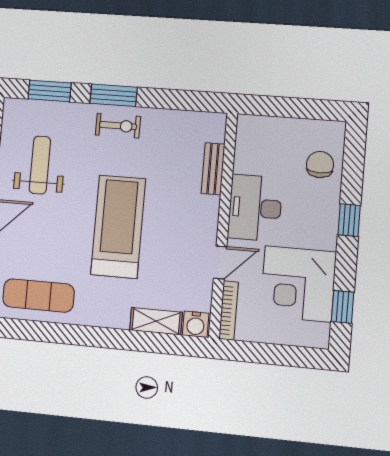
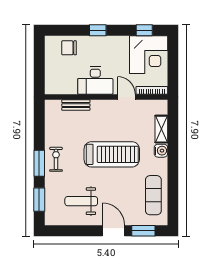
treadmill: (118, 227) -> (112, 154), turned 180
corner desk: (298, 284) -> (149, 55), moved
water cooler: (196, 324) -> (161, 151), moved

